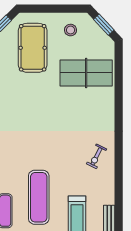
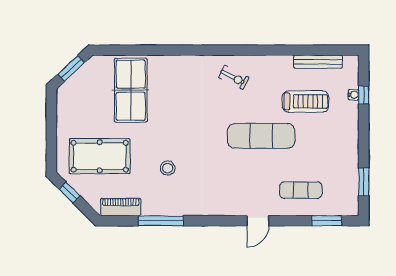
stool: (71, 30) -> (168, 168), moved
exercise mat: (39, 197) -> (261, 136), moved

